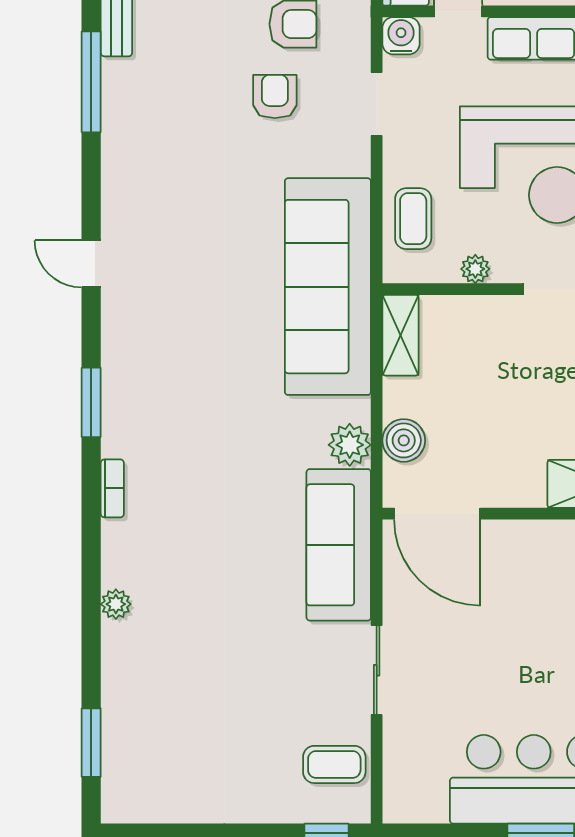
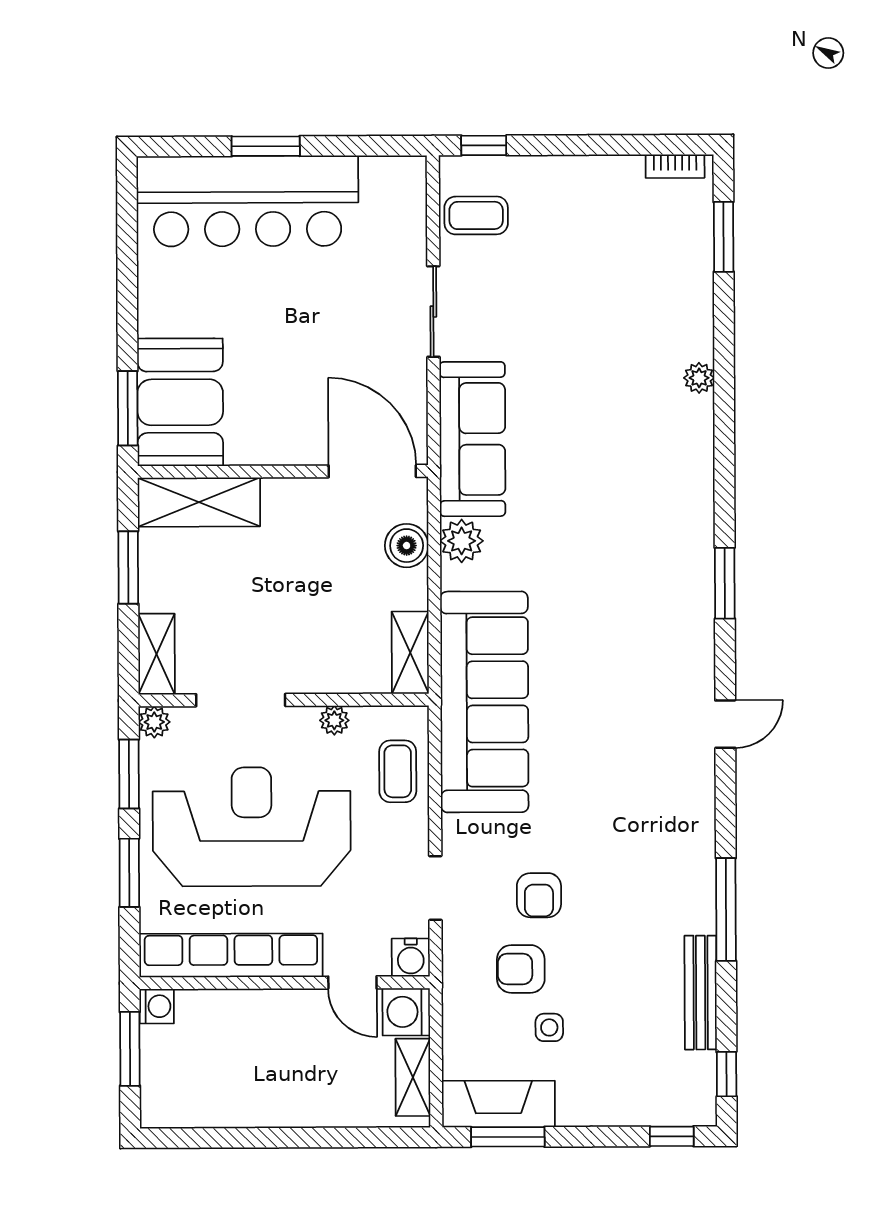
door: (91, 264) -> (725, 724), hinge flipped
bookcase: (112, 488) -> (675, 166), moved, turned -90

